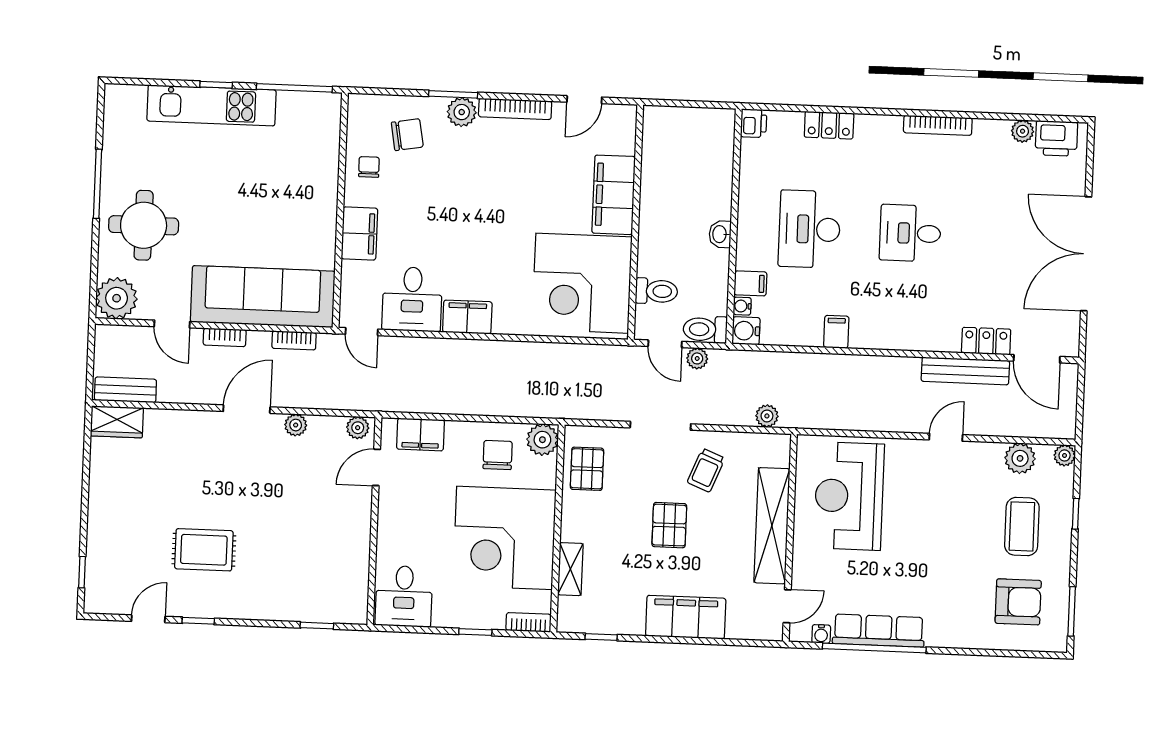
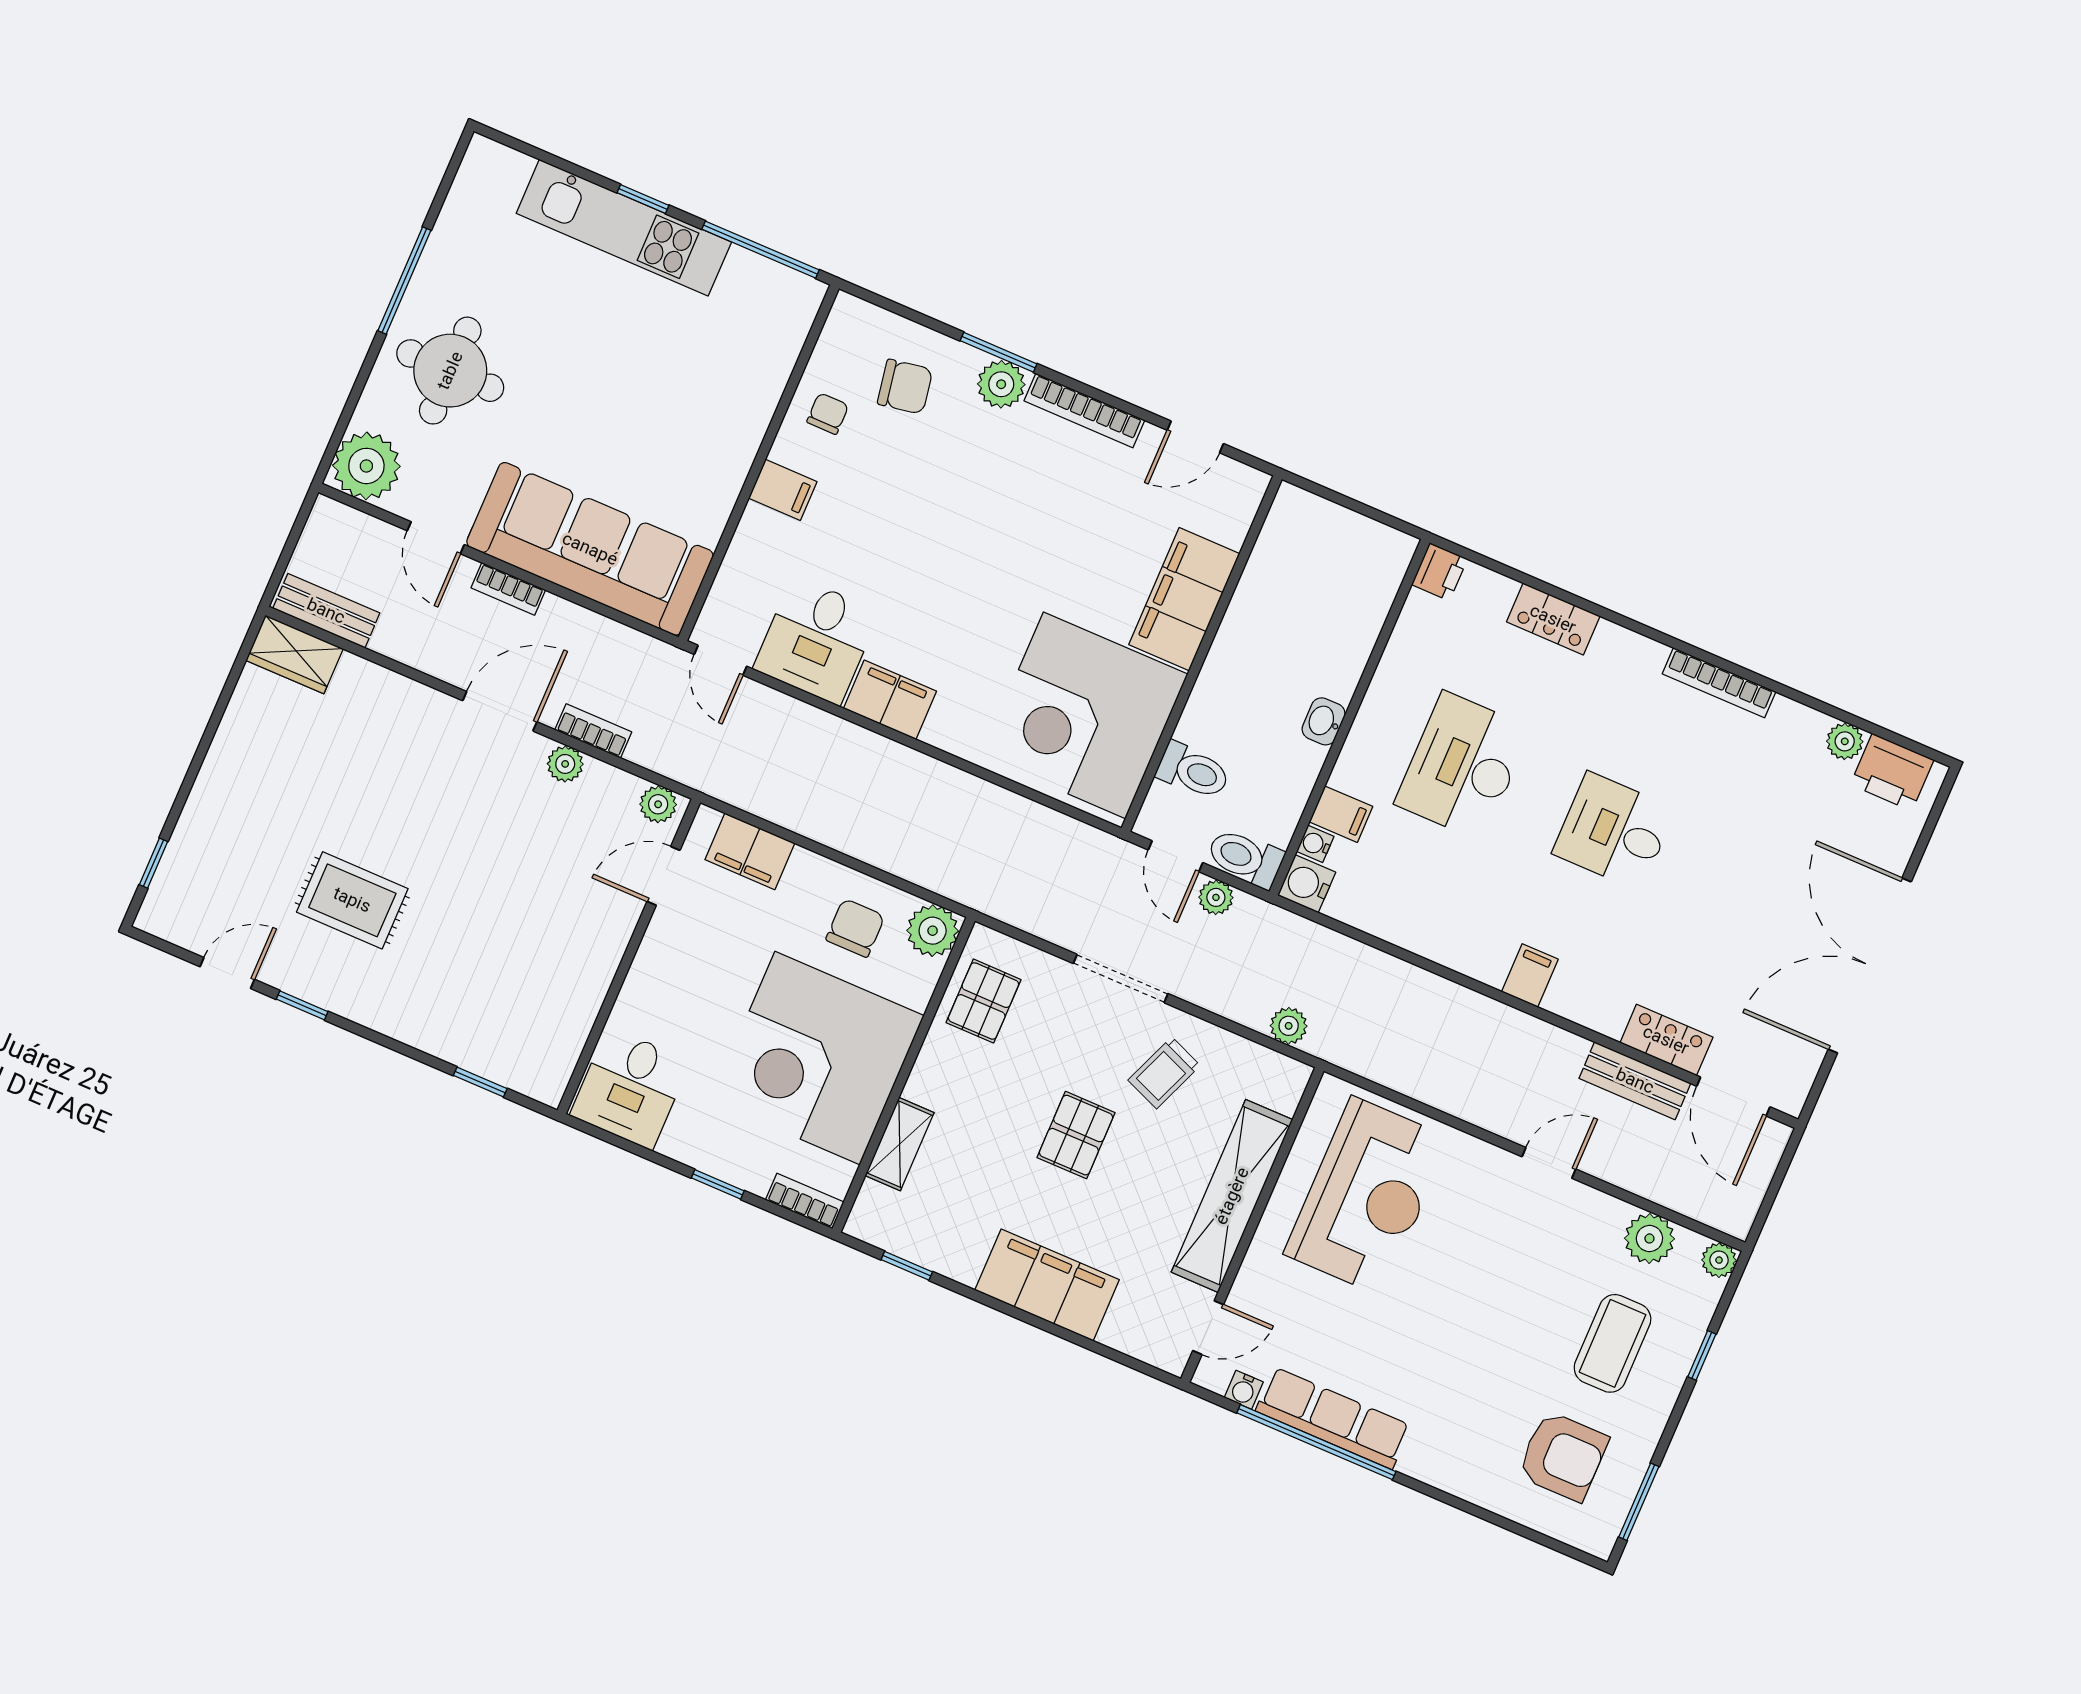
filing cabinet: (359, 233) -> (783, 490), width x0.50
filing cabinet: (836, 332) -> (1530, 975), moved
bookcase: (294, 340) -> (593, 731), moved, turned 180
bench: (965, 371) -> (1635, 1081), width x0.73
reception desk: (849, 496) -> (1367, 1196), turned 180

